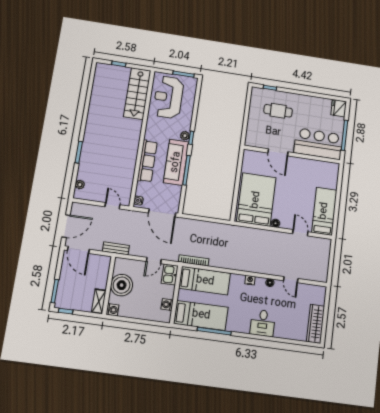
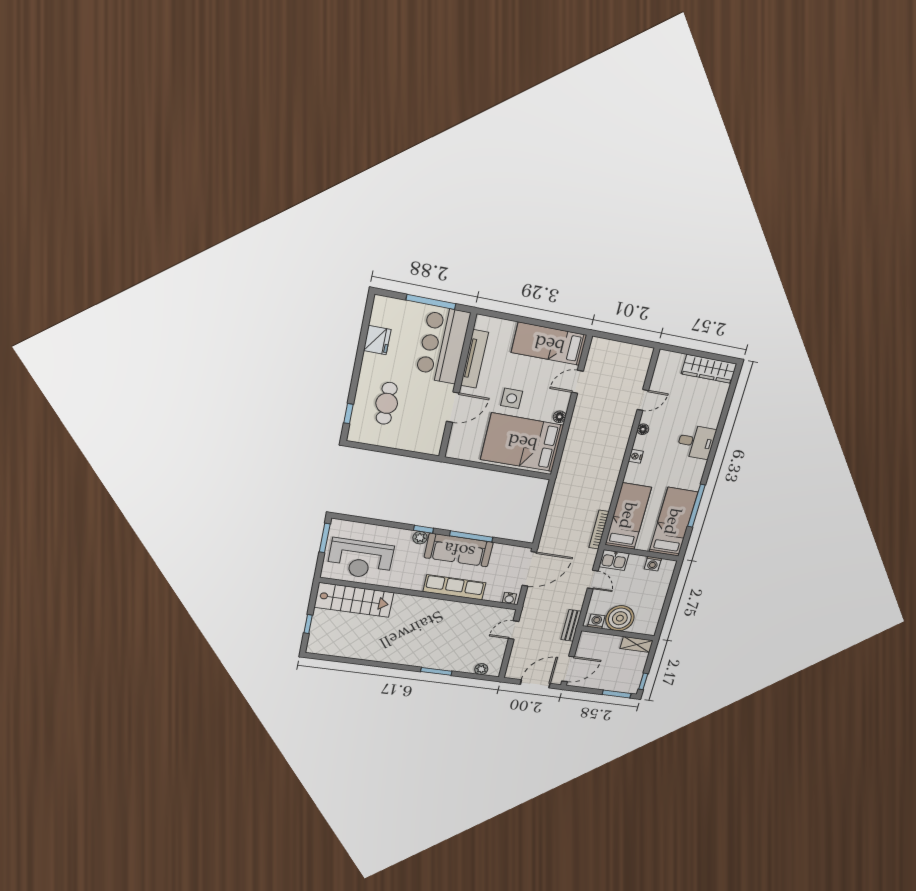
fridge: (339, 108) -> (377, 340), moved, turned -90
tv unit: (311, 164) -> (474, 359), added
side table: (286, 190) -> (512, 398), added
door: (66, 226) -> (535, 684), hinge flipped
washing machine: (112, 310) -> (596, 621), moved

